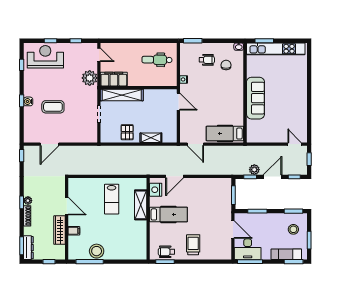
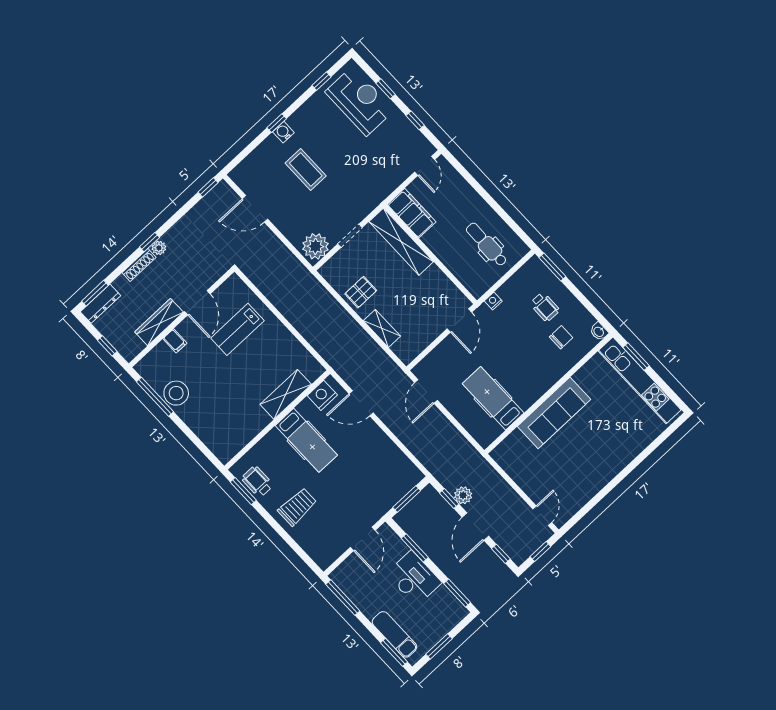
plant: (90, 78) -> (315, 246), moved
hospital bed: (225, 134) -> (493, 398), moved
door: (273, 177) -> (475, 527), swing flipped
lab bench: (112, 199) -> (237, 329), moved
stool: (293, 229) -> (434, 614), removed
desk: (248, 249) -> (414, 578), moved, turned 180

